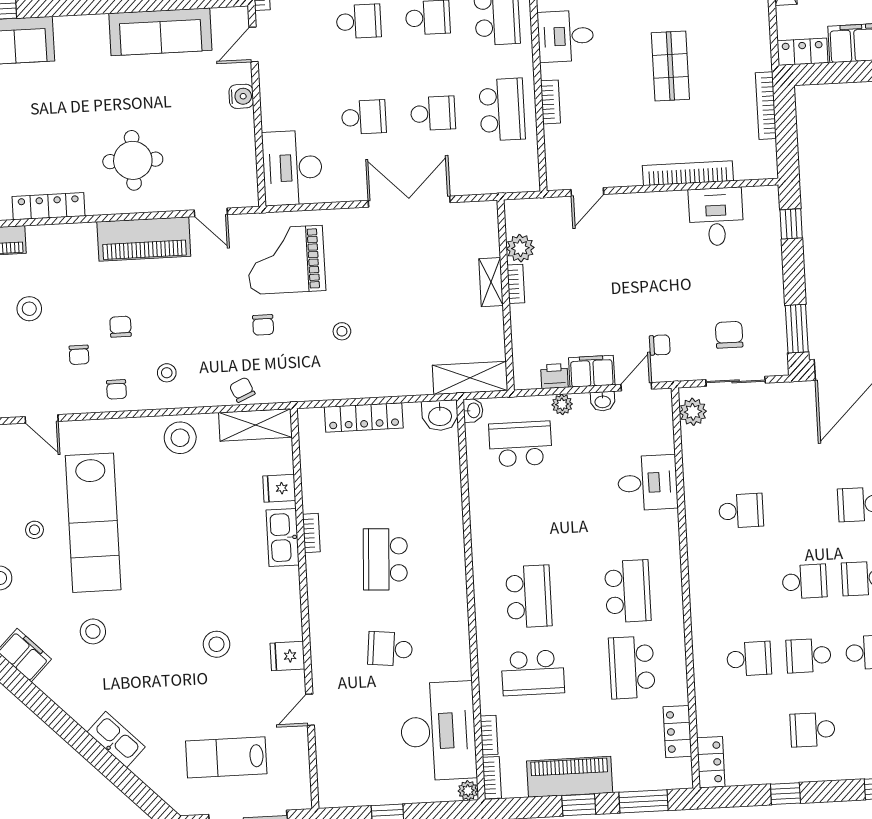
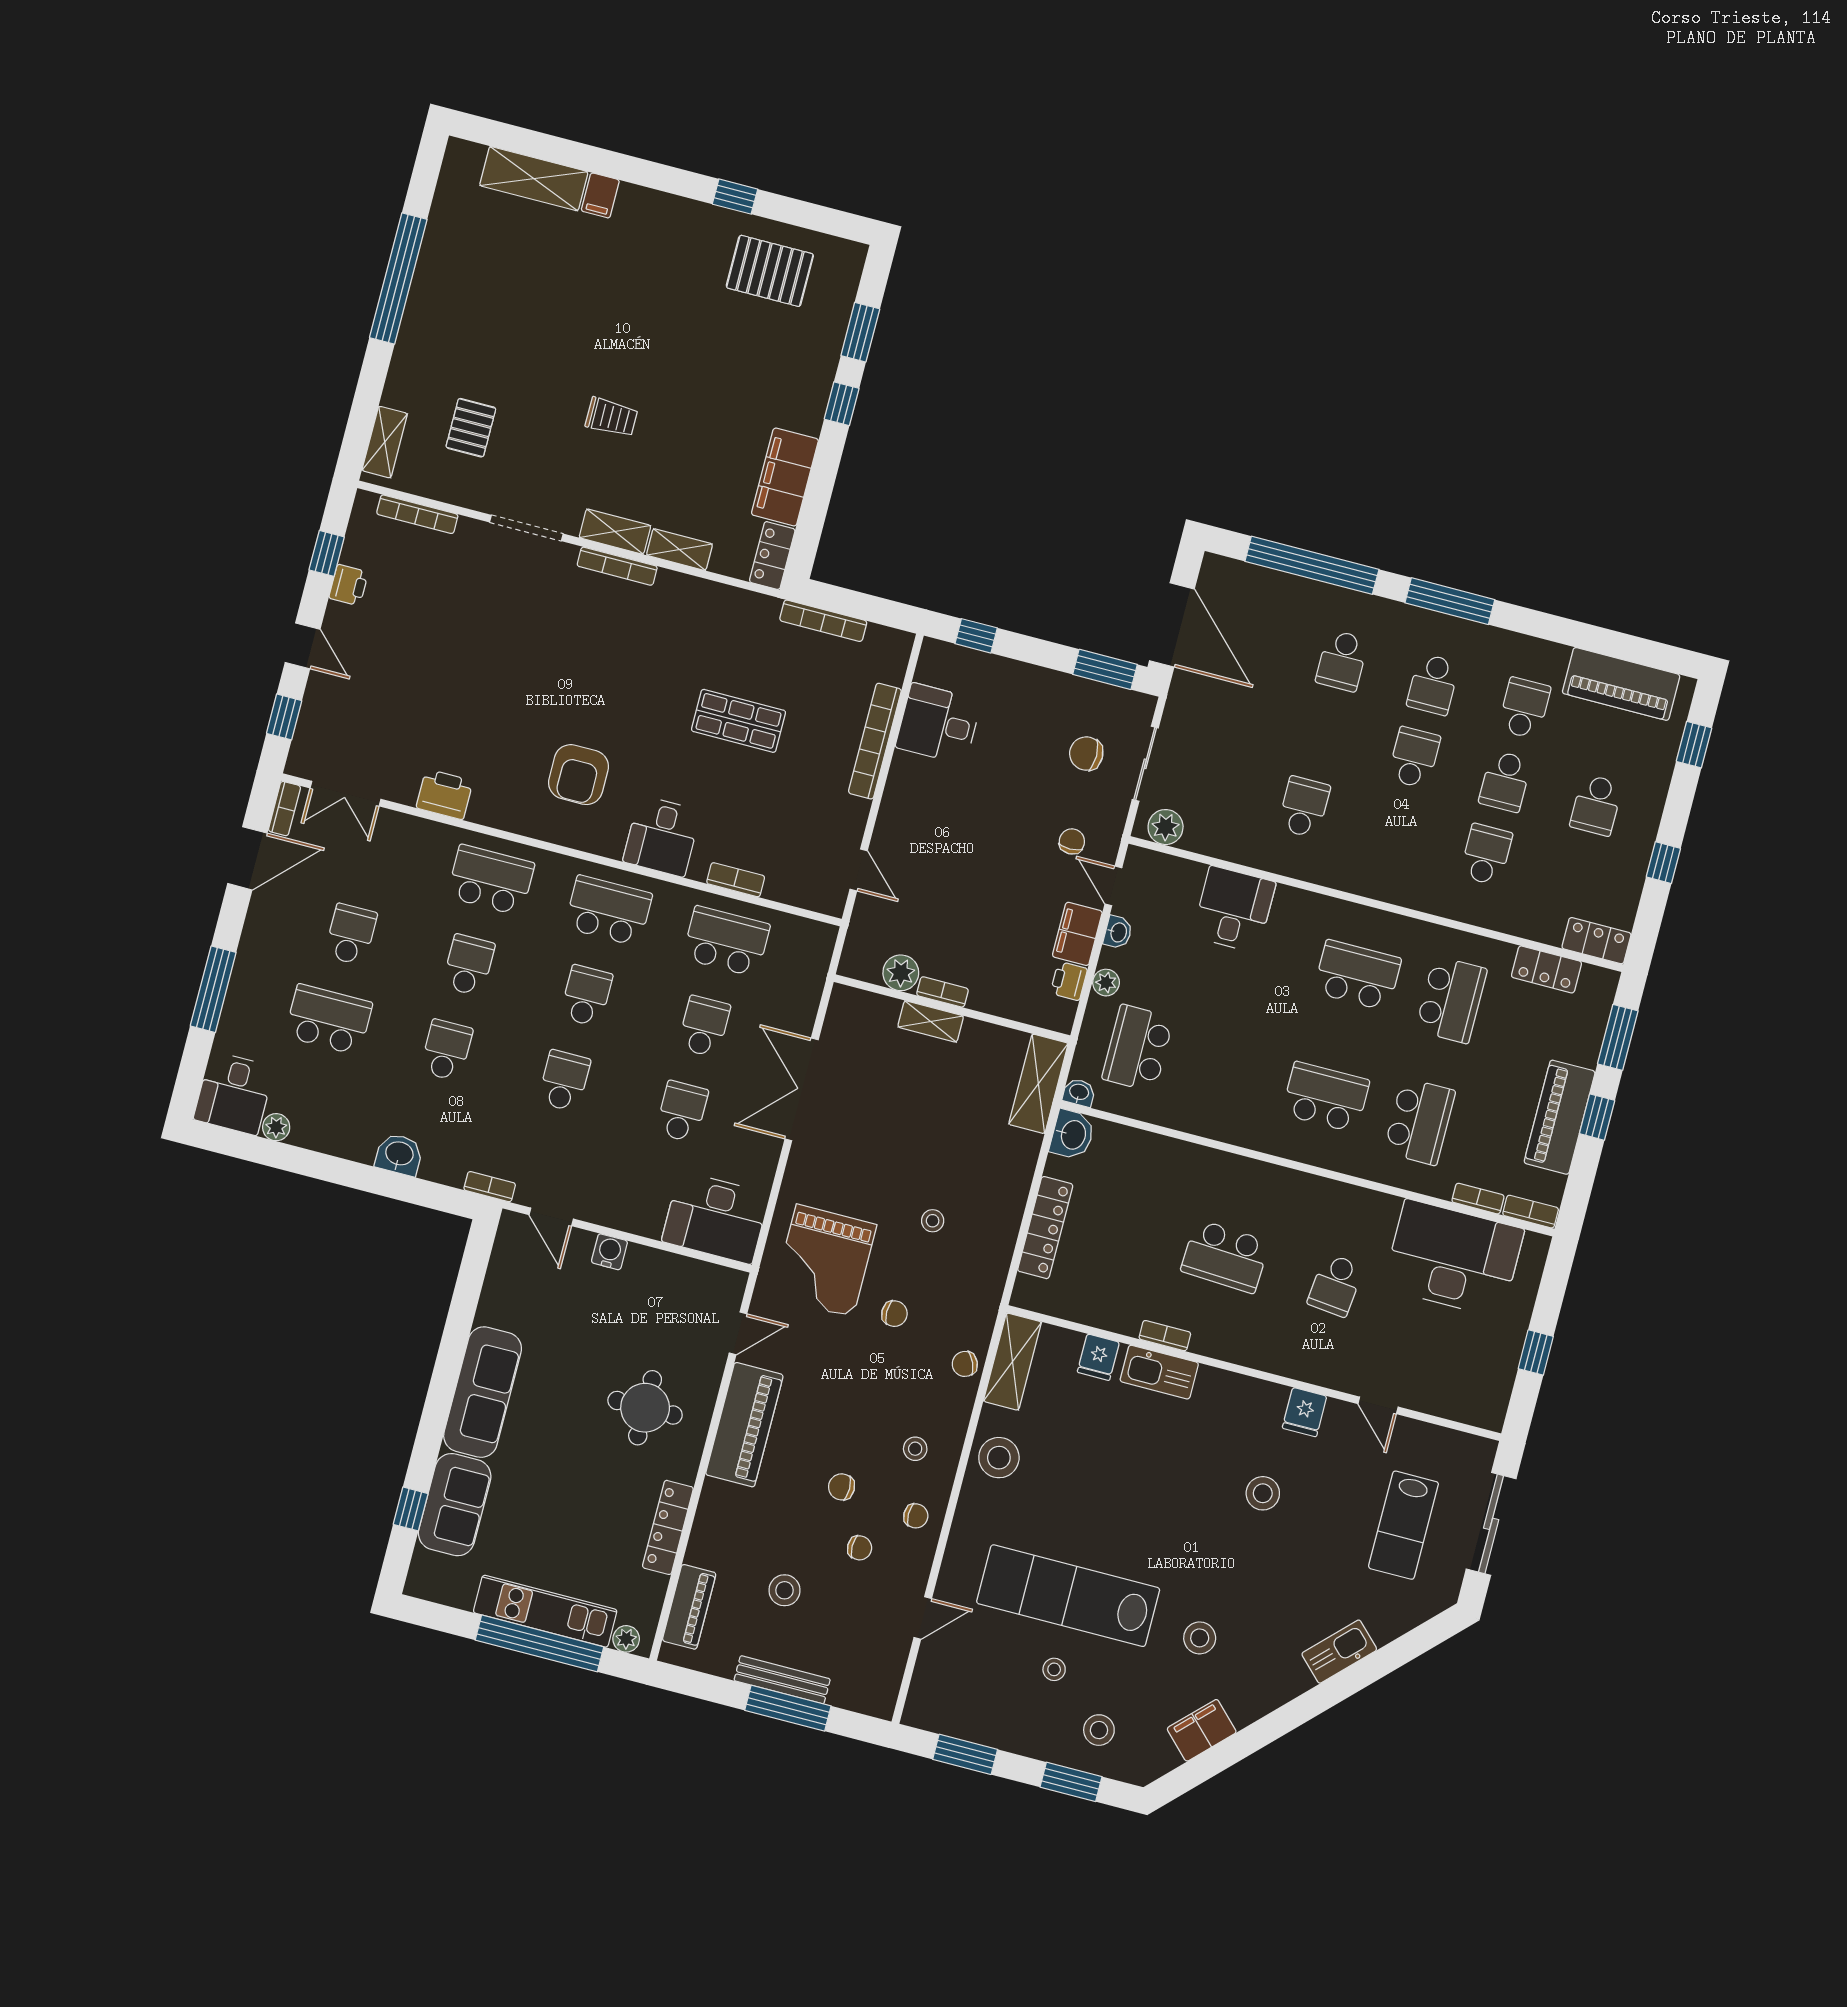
sofa: (160, 32) -> (483, 1392), moved
lab bench: (93, 523) -> (1068, 1596), turned 180
school desk: (632, 667) -> (1451, 1000), turned -90
plant: (468, 791) -> (1537, 1246), removed

